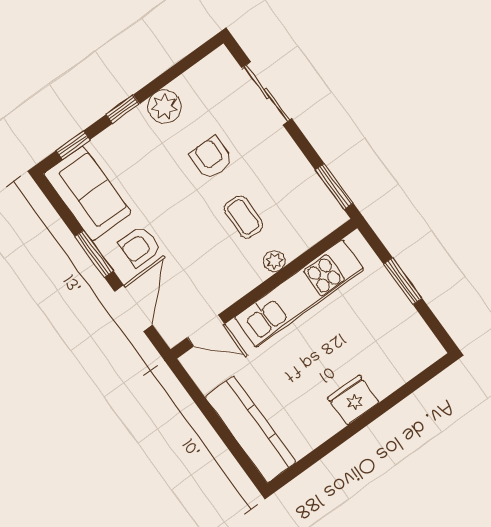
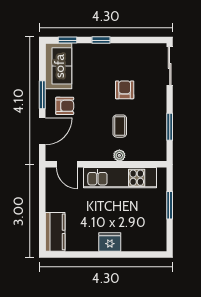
sliding door: (267, 93) -> (170, 66), moved
plant: (164, 107) -> (120, 52), removed
window: (334, 186) -> (170, 127), moved
armchair: (140, 246) -> (65, 106), turned 180
kitchen counter: (250, 429) -> (55, 232), width x0.67

